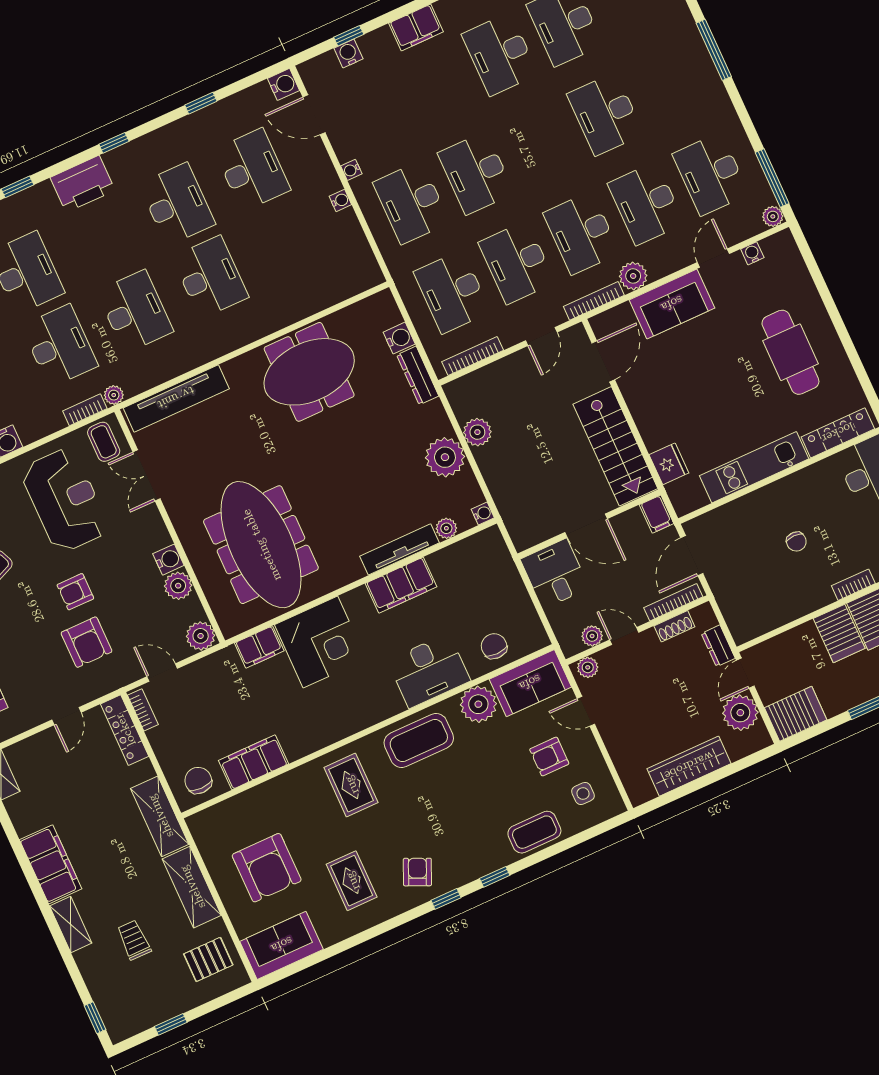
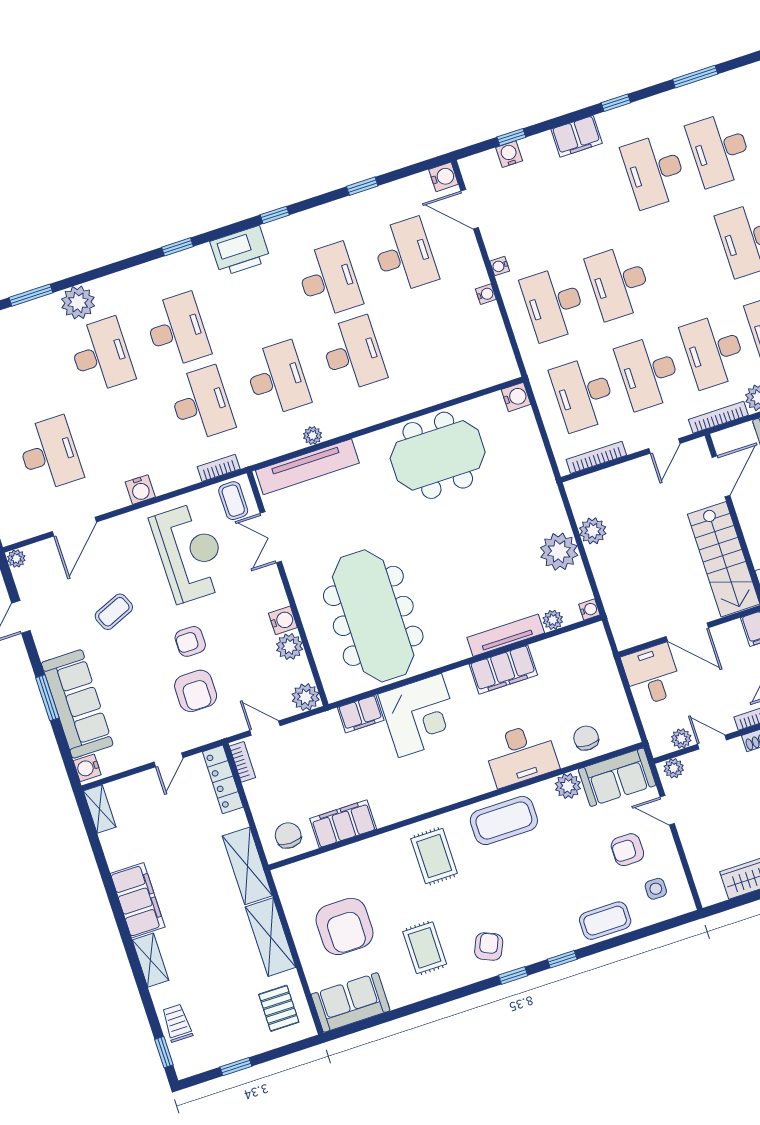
water cooler: (399, 338) -> (516, 397), moved
dresser: (418, 376) -> (542, 470), removed
plant: (114, 395) -> (313, 436), moved
plant: (478, 704) -> (568, 786), width x0.73, depth x0.73
trolley: (134, 940) -> (177, 1023), moved
pallet: (208, 959) -> (279, 1008), turned 90

